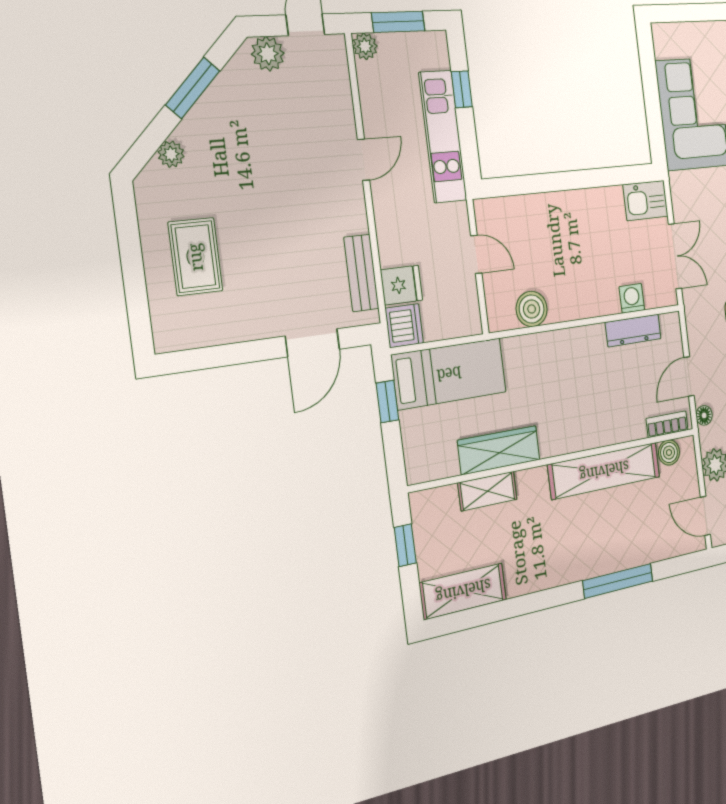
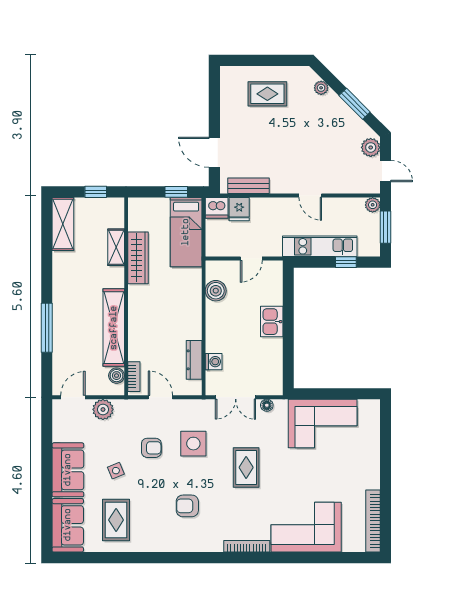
kitchen sink: (646, 201) -> (272, 322), moved
floor lamp: (704, 415) -> (267, 405), moved

